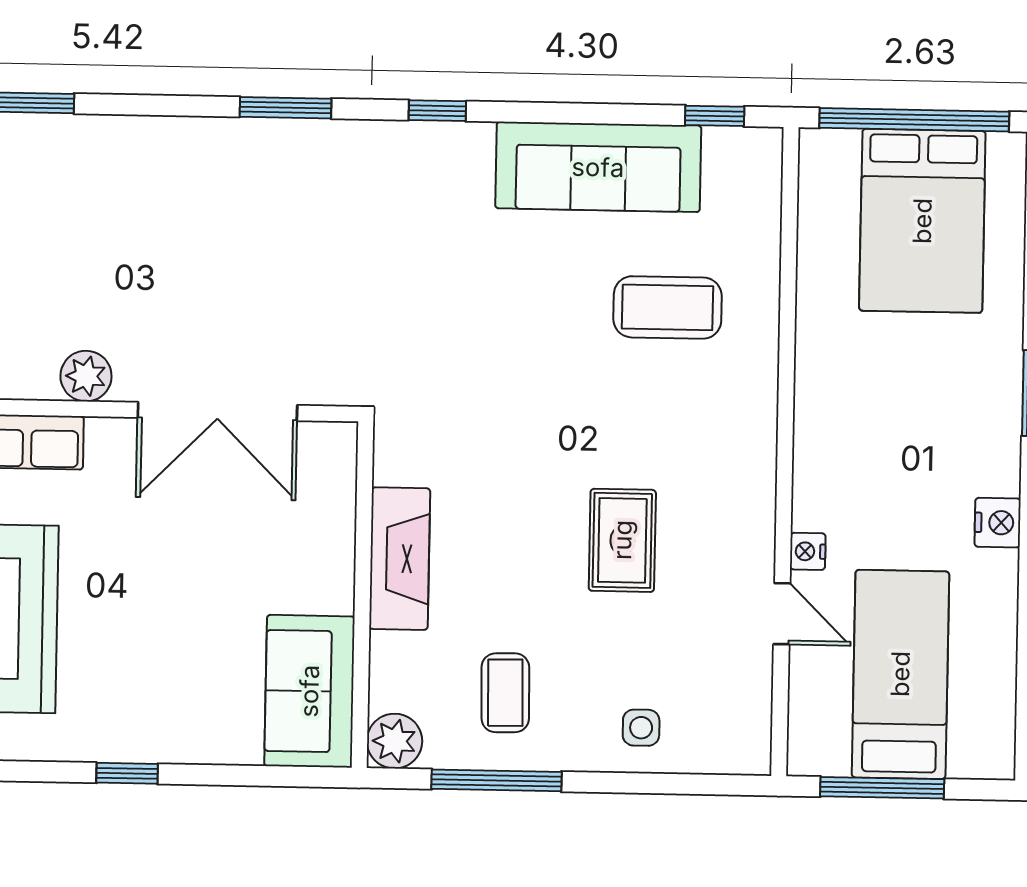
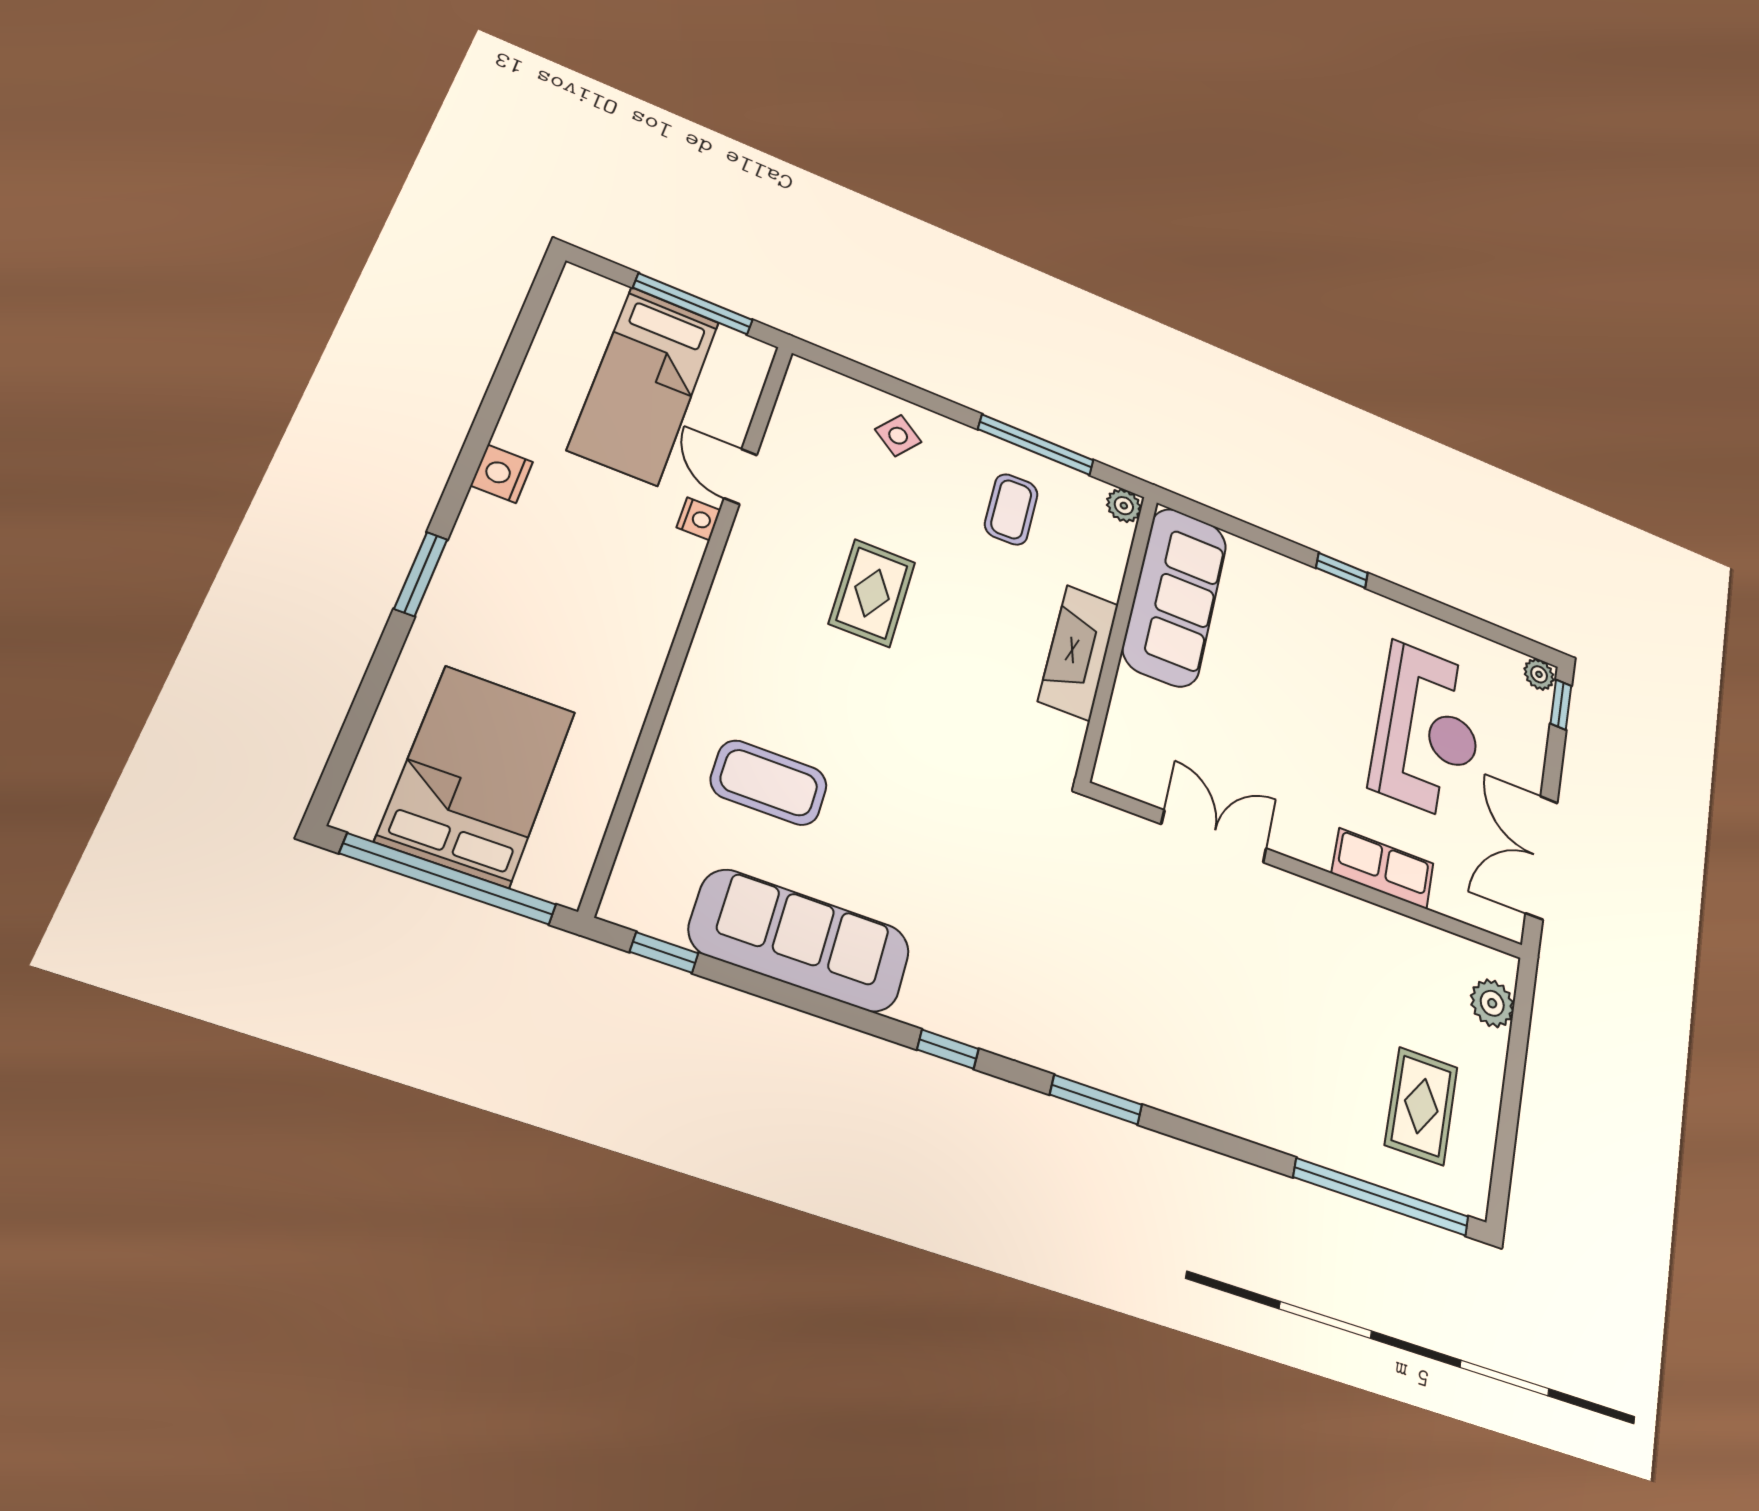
plant: (86, 376) -> (1324, 908), removed
double door: (217, 411) -> (1214, 836), width x0.73
sofa: (309, 691) -> (1175, 597), width x1.36
side table: (641, 728) -> (898, 436), turned 37
plant: (395, 741) -> (1124, 506), width x0.73, depth x0.73

